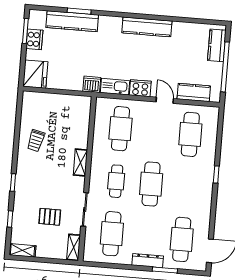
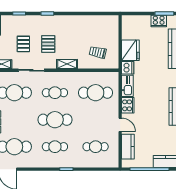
fridge: (35, 74) -> (130, 50), moved, turned -90
door: (165, 100) -> (120, 125), hinge flipped
cafe table: (190, 134) -> (96, 147), width x0.73, depth x0.74
trolley: (36, 141) -> (98, 52), moved
pallet: (53, 185) -> (48, 44), added
cafe table: (186, 187) -> (55, 147), added

